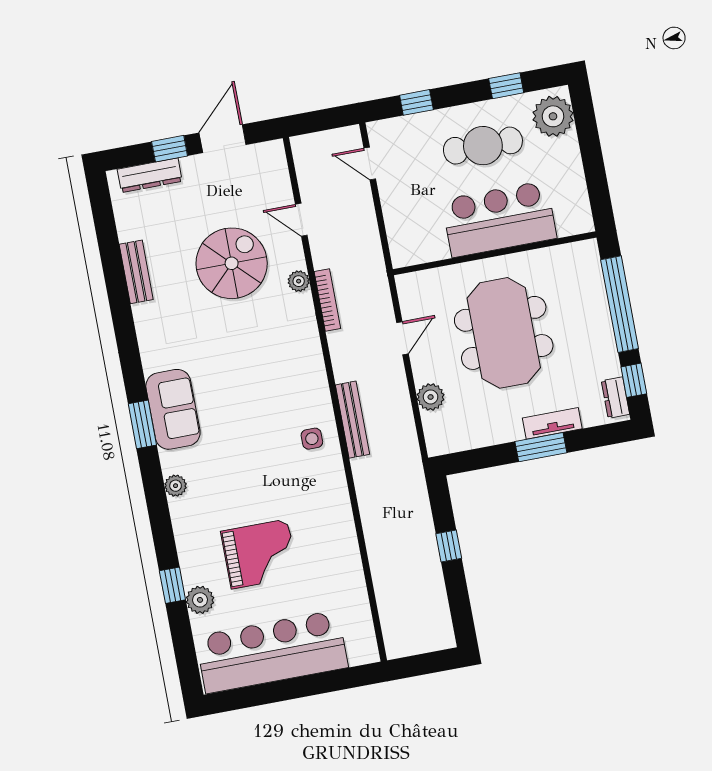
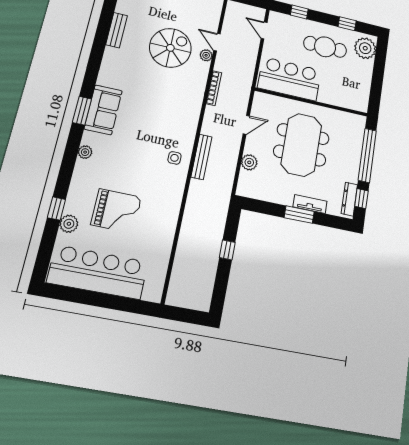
bar counter: (499, 219) -> (289, 79), moved
plant: (299, 281) -> (206, 55), moved
dresser: (615, 398) -> (349, 199), width x1.44

